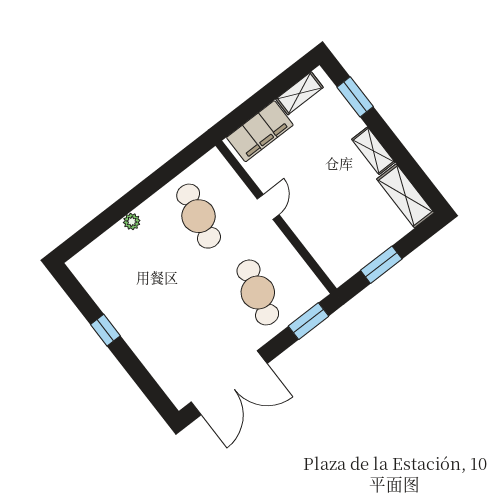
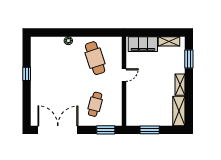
cafe table: (199, 216) -> (95, 58), turned -30
cafe table: (258, 292) -> (95, 104), width x0.73, depth x0.74
double door: (229, 383) -> (58, 130), swing flipped

